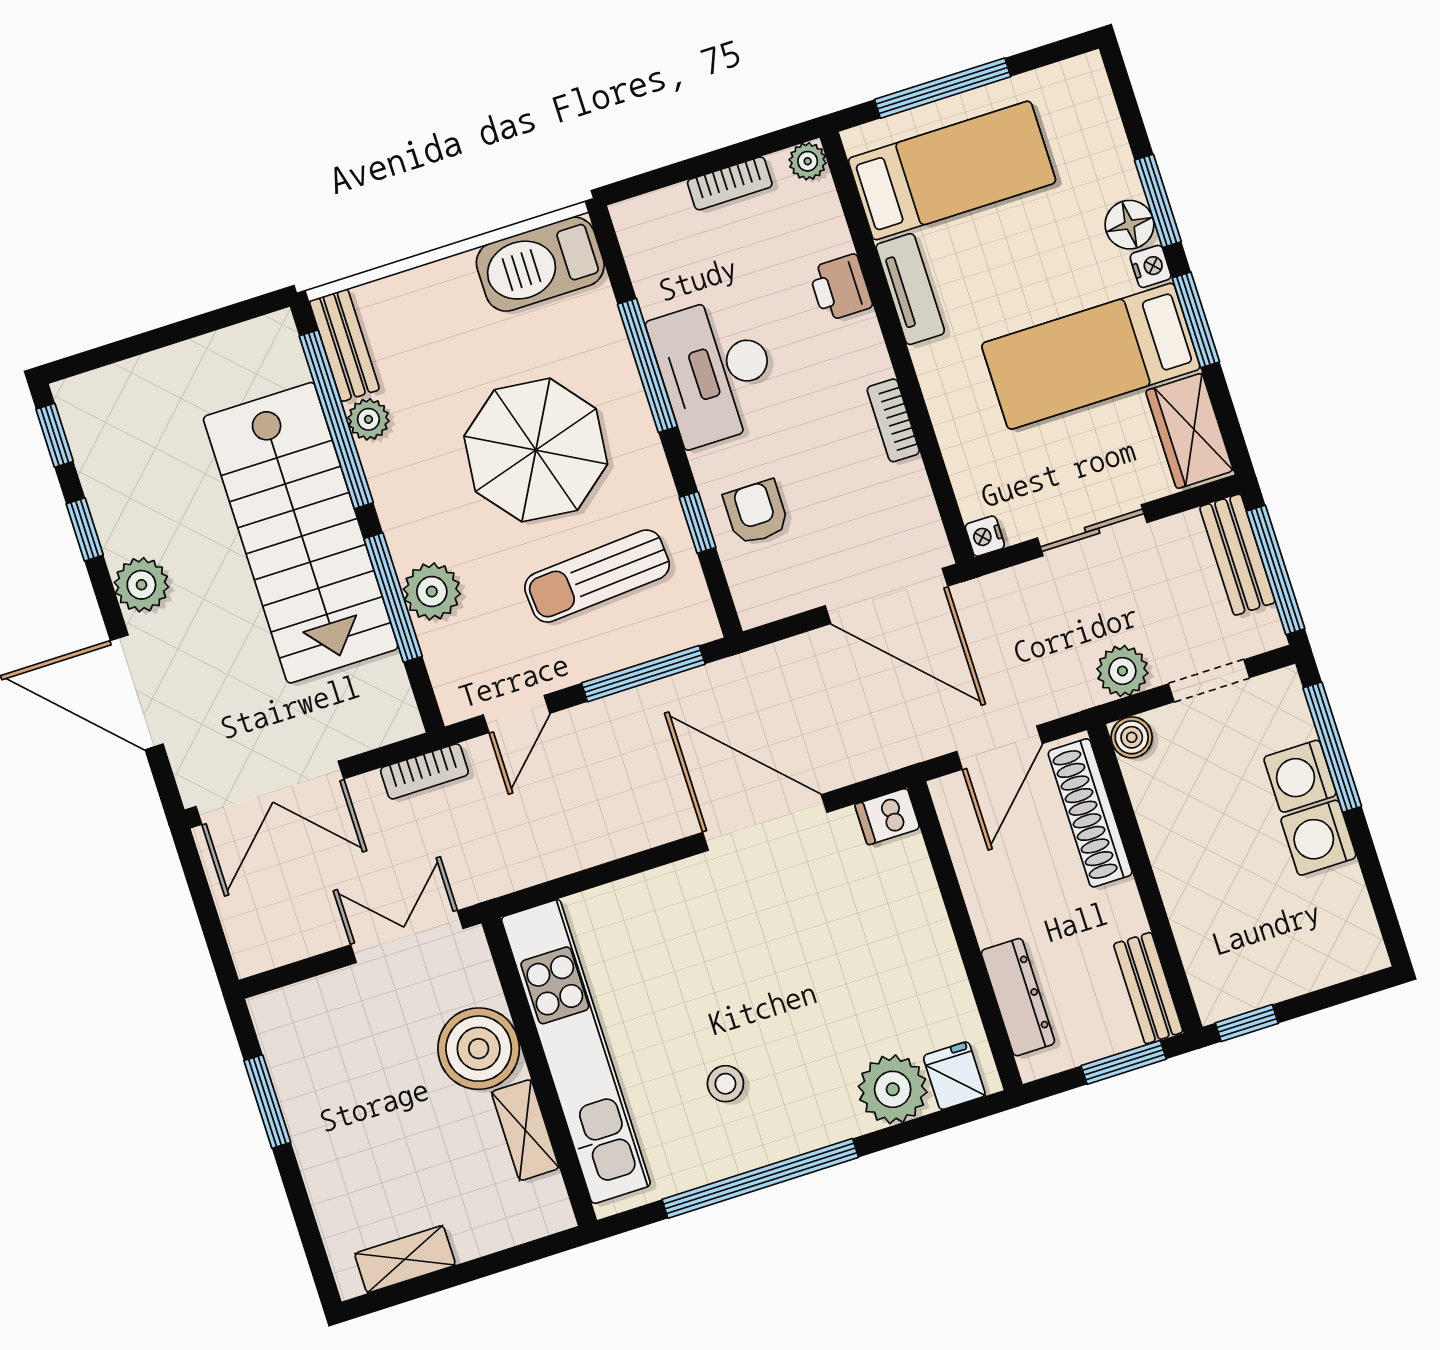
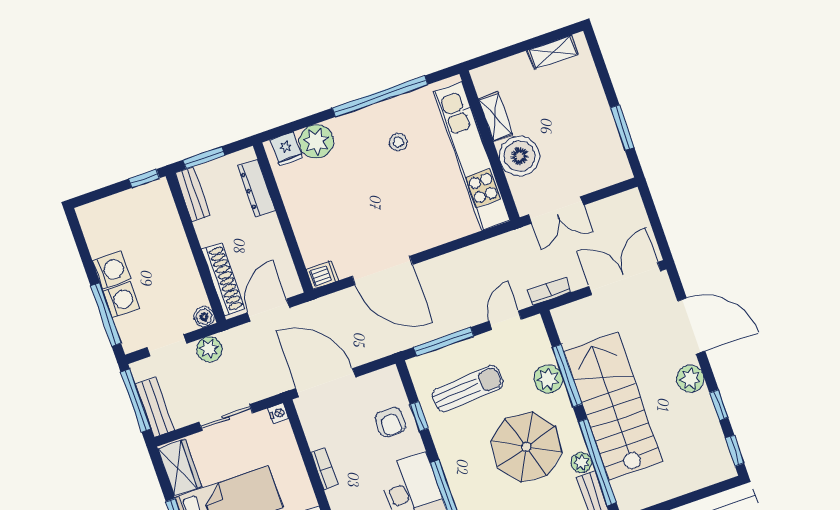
parasol: (536, 450) -> (526, 447), moved

